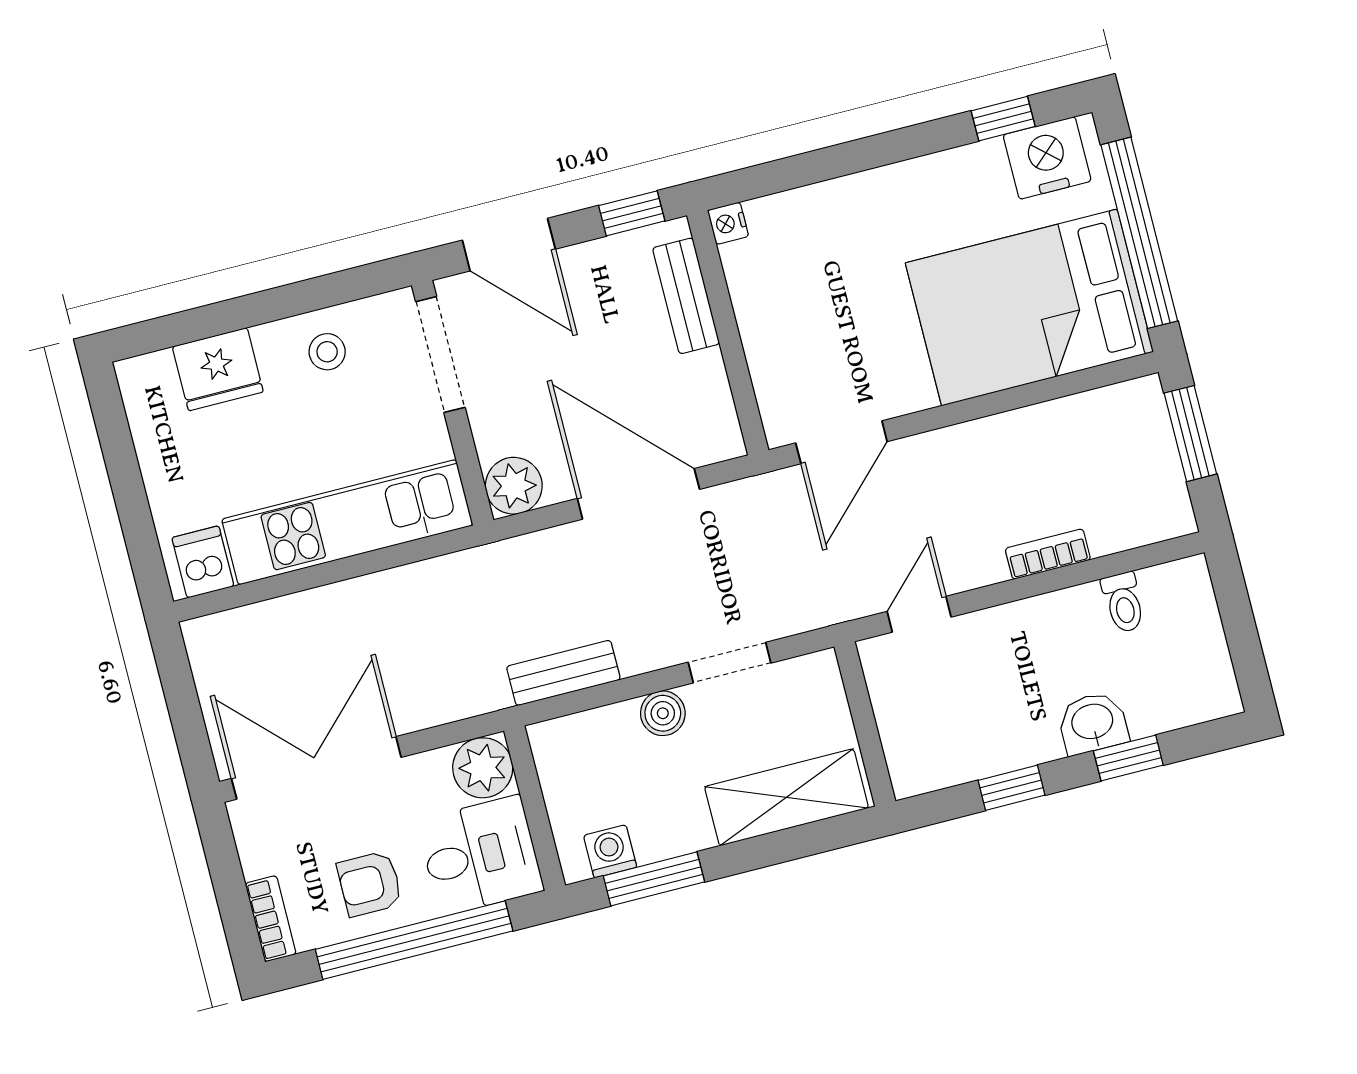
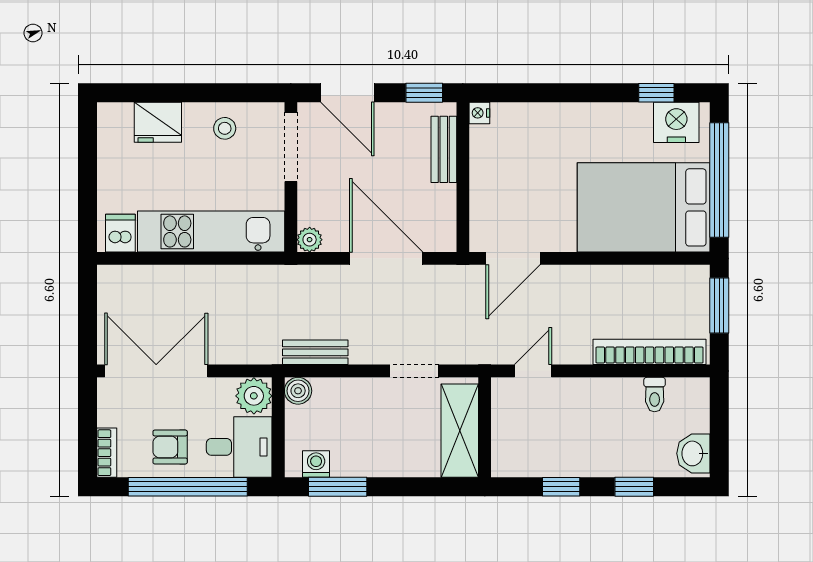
plant: (514, 486) -> (310, 240), width x0.73, depth x0.73
bookcase: (1048, 554) -> (650, 352), width x2.31, depth x1.31
boiler: (663, 713) -> (298, 391), moved
washbasin: (1093, 723) -> (693, 453), moved, turned -90
shelving: (787, 797) -> (460, 431), moved, turned 90

